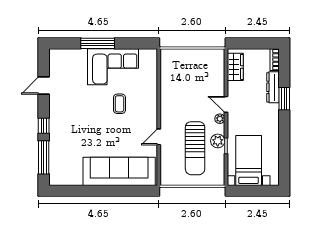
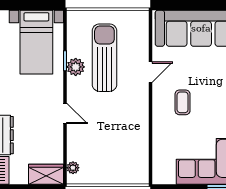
wardrobe: (235, 67) -> (46, 174), moved, turned 90
coffee table: (119, 104) -> (183, 102), moved
plant: (220, 119) -> (73, 168), moved

